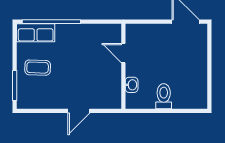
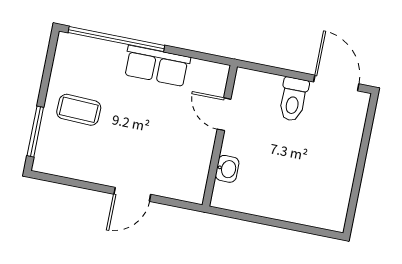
row of seats: (36, 33) -> (157, 66), moved
toilet: (164, 96) -> (293, 99), moved, turned 180

